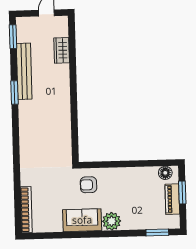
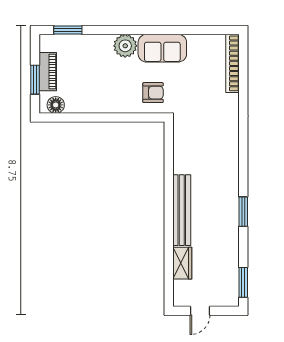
bench: (24, 71) -> (182, 210), moved

